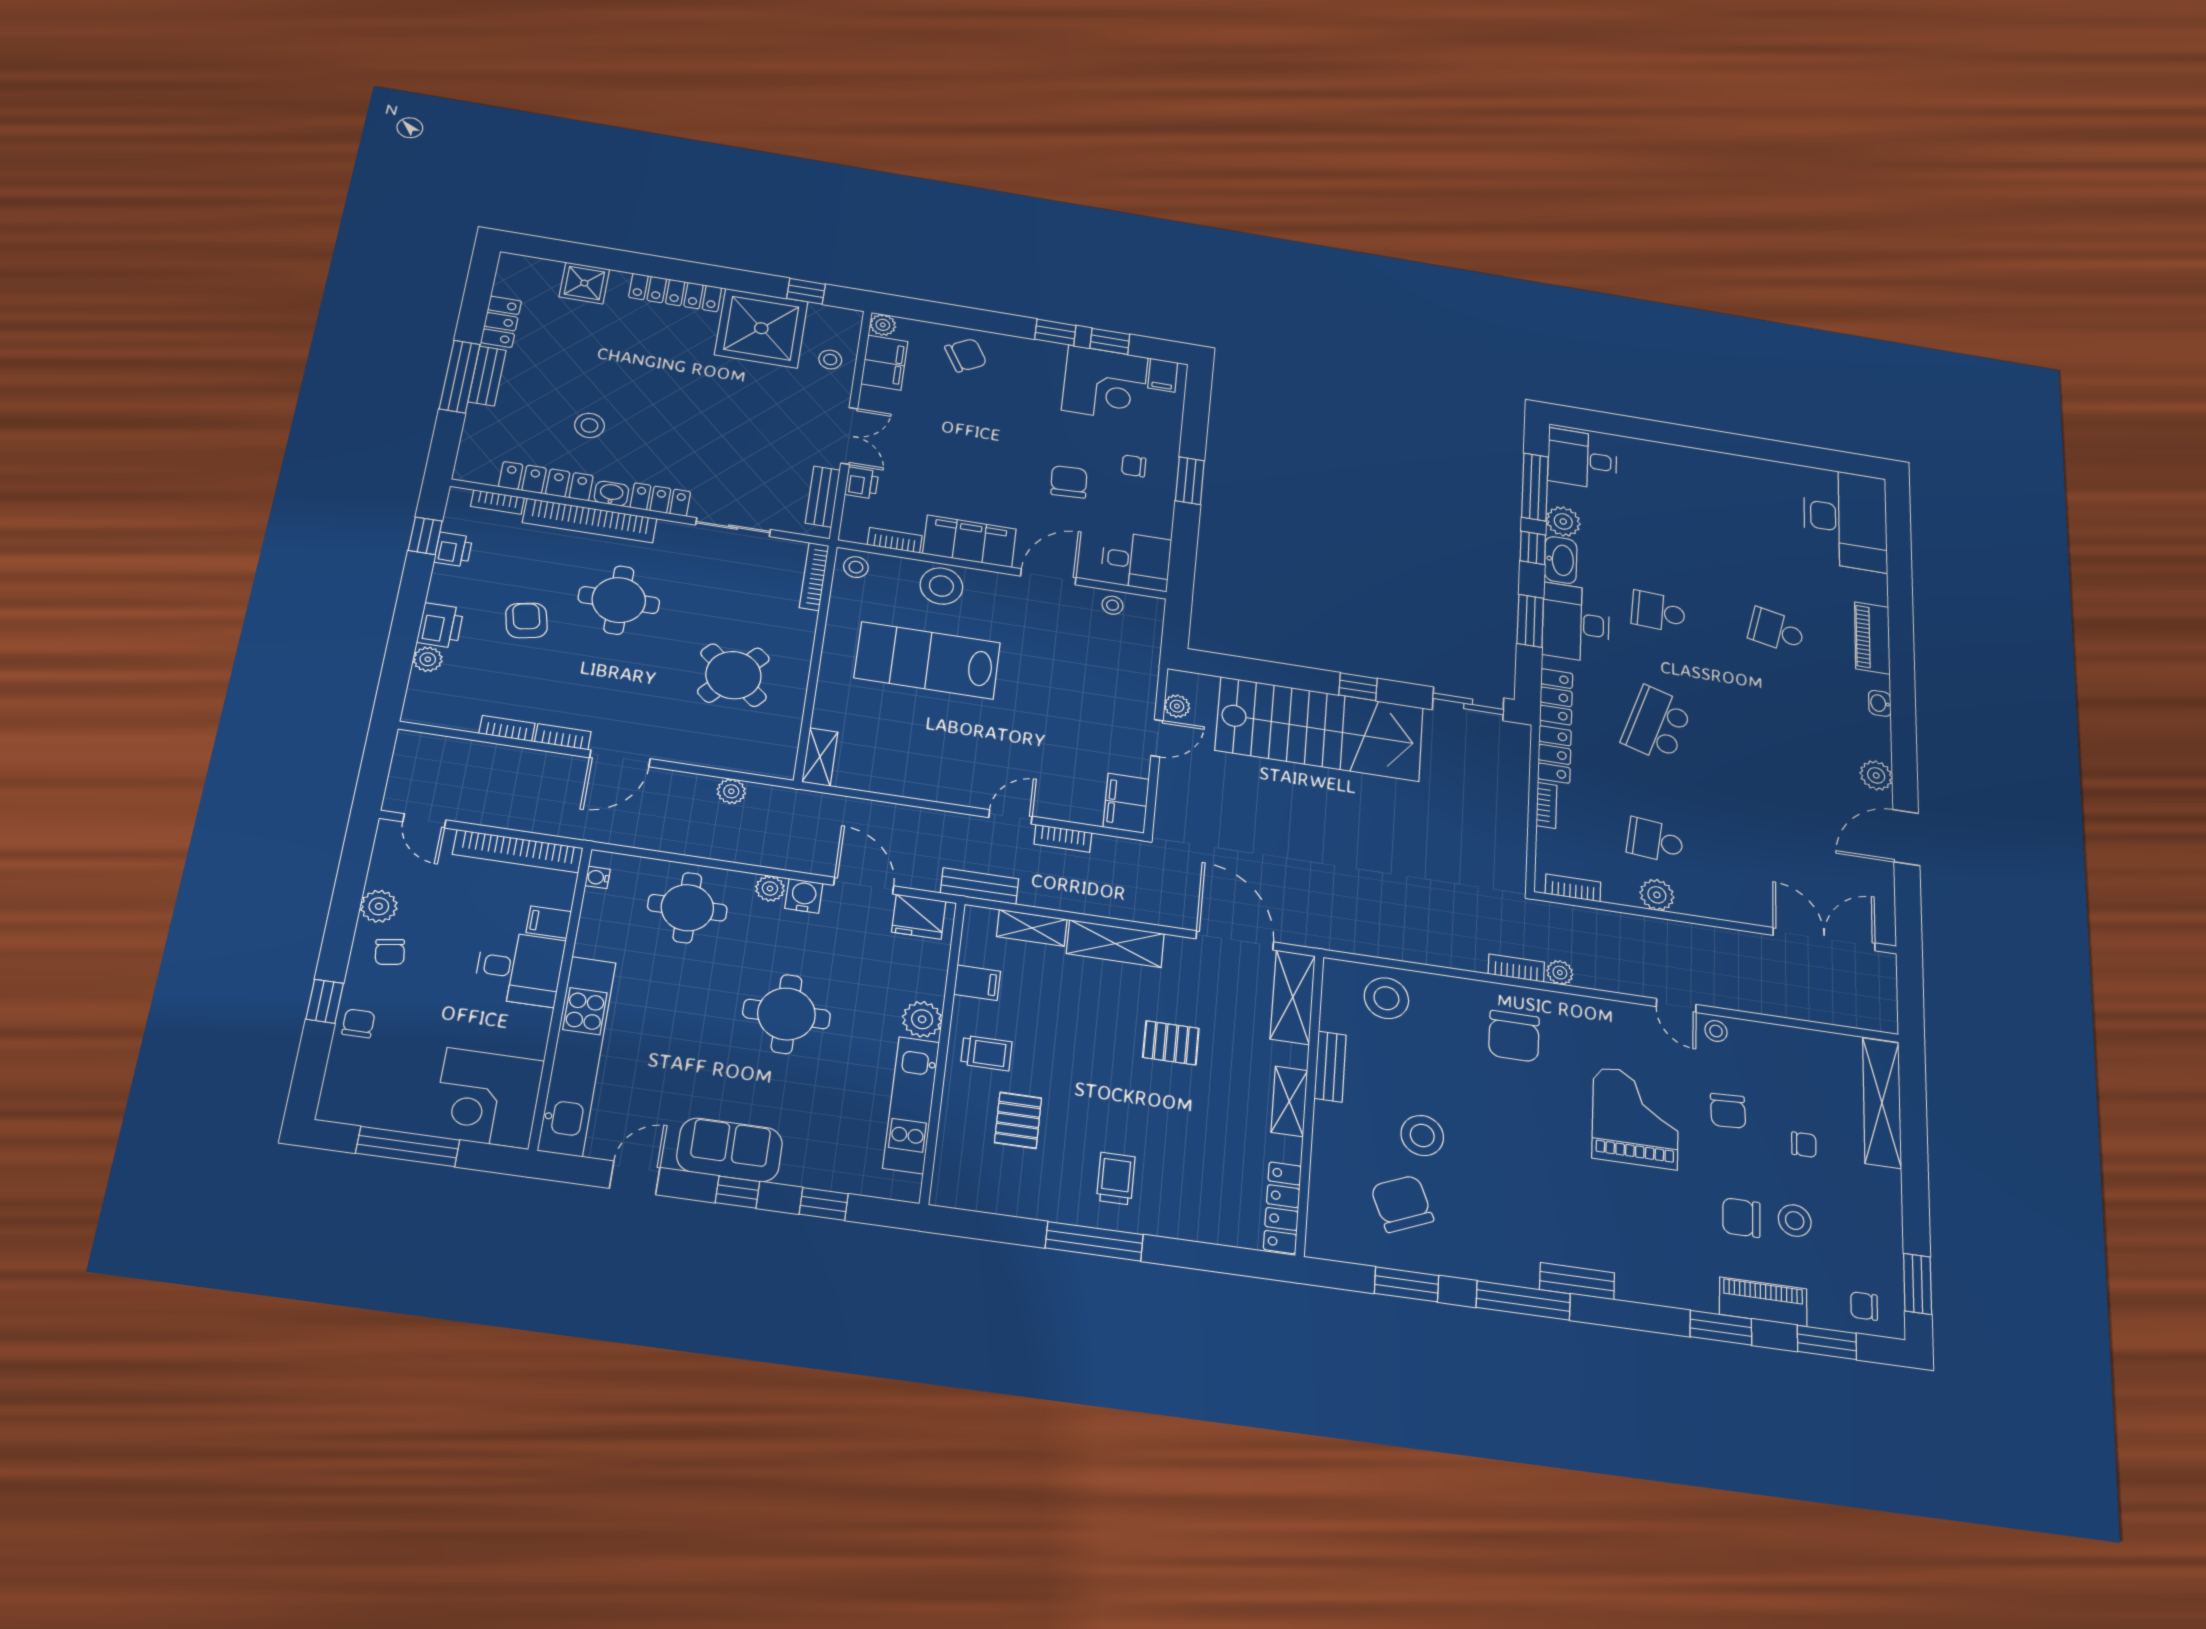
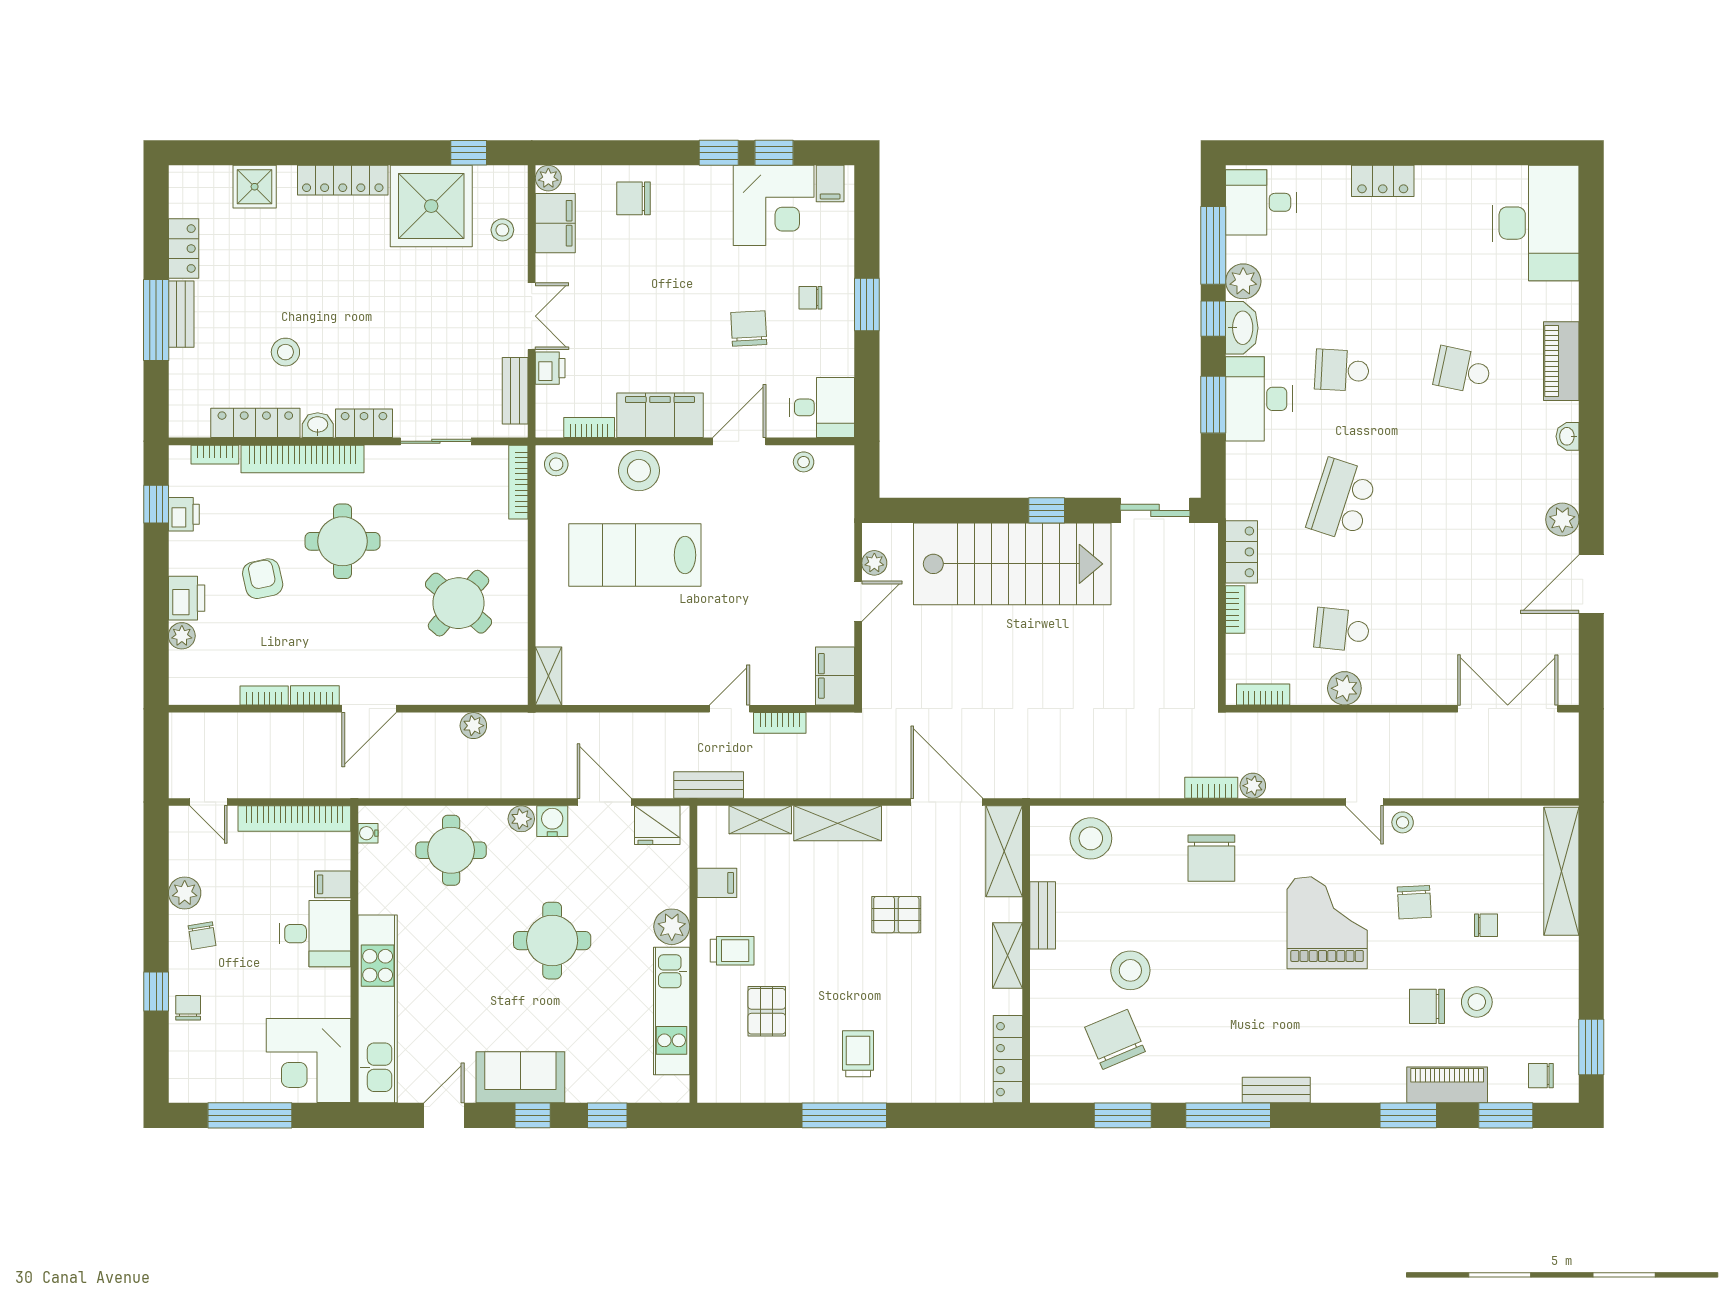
chair: (966, 355) -> (633, 198), turned -151
locker: (1556, 697) -> (1383, 181), moved, turned 90

